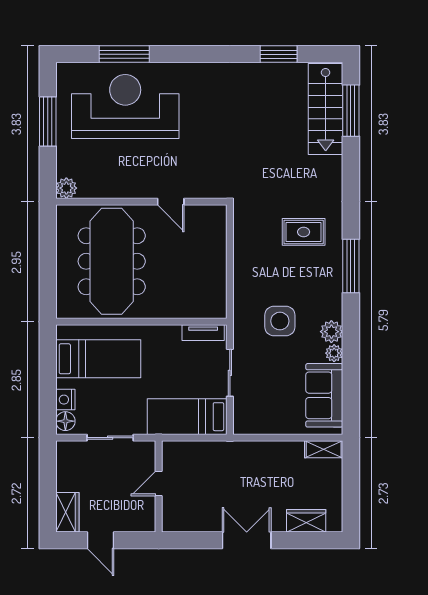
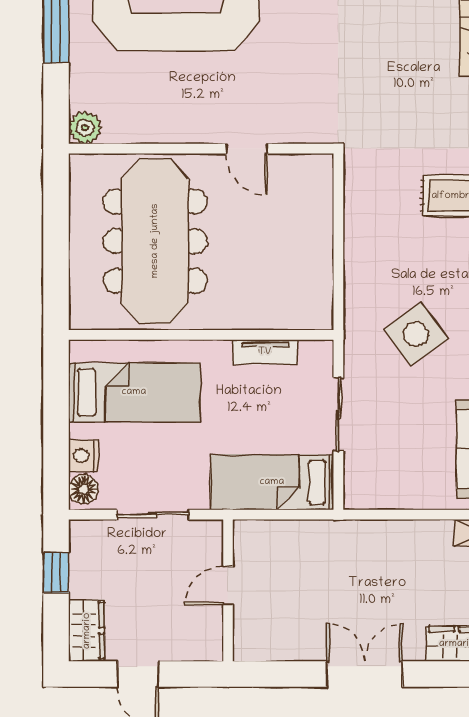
side table: (280, 321) -> (416, 334), turned -36
tv unit: (203, 333) -> (265, 352), moved
window: (48, 475) -> (56, 573), added

